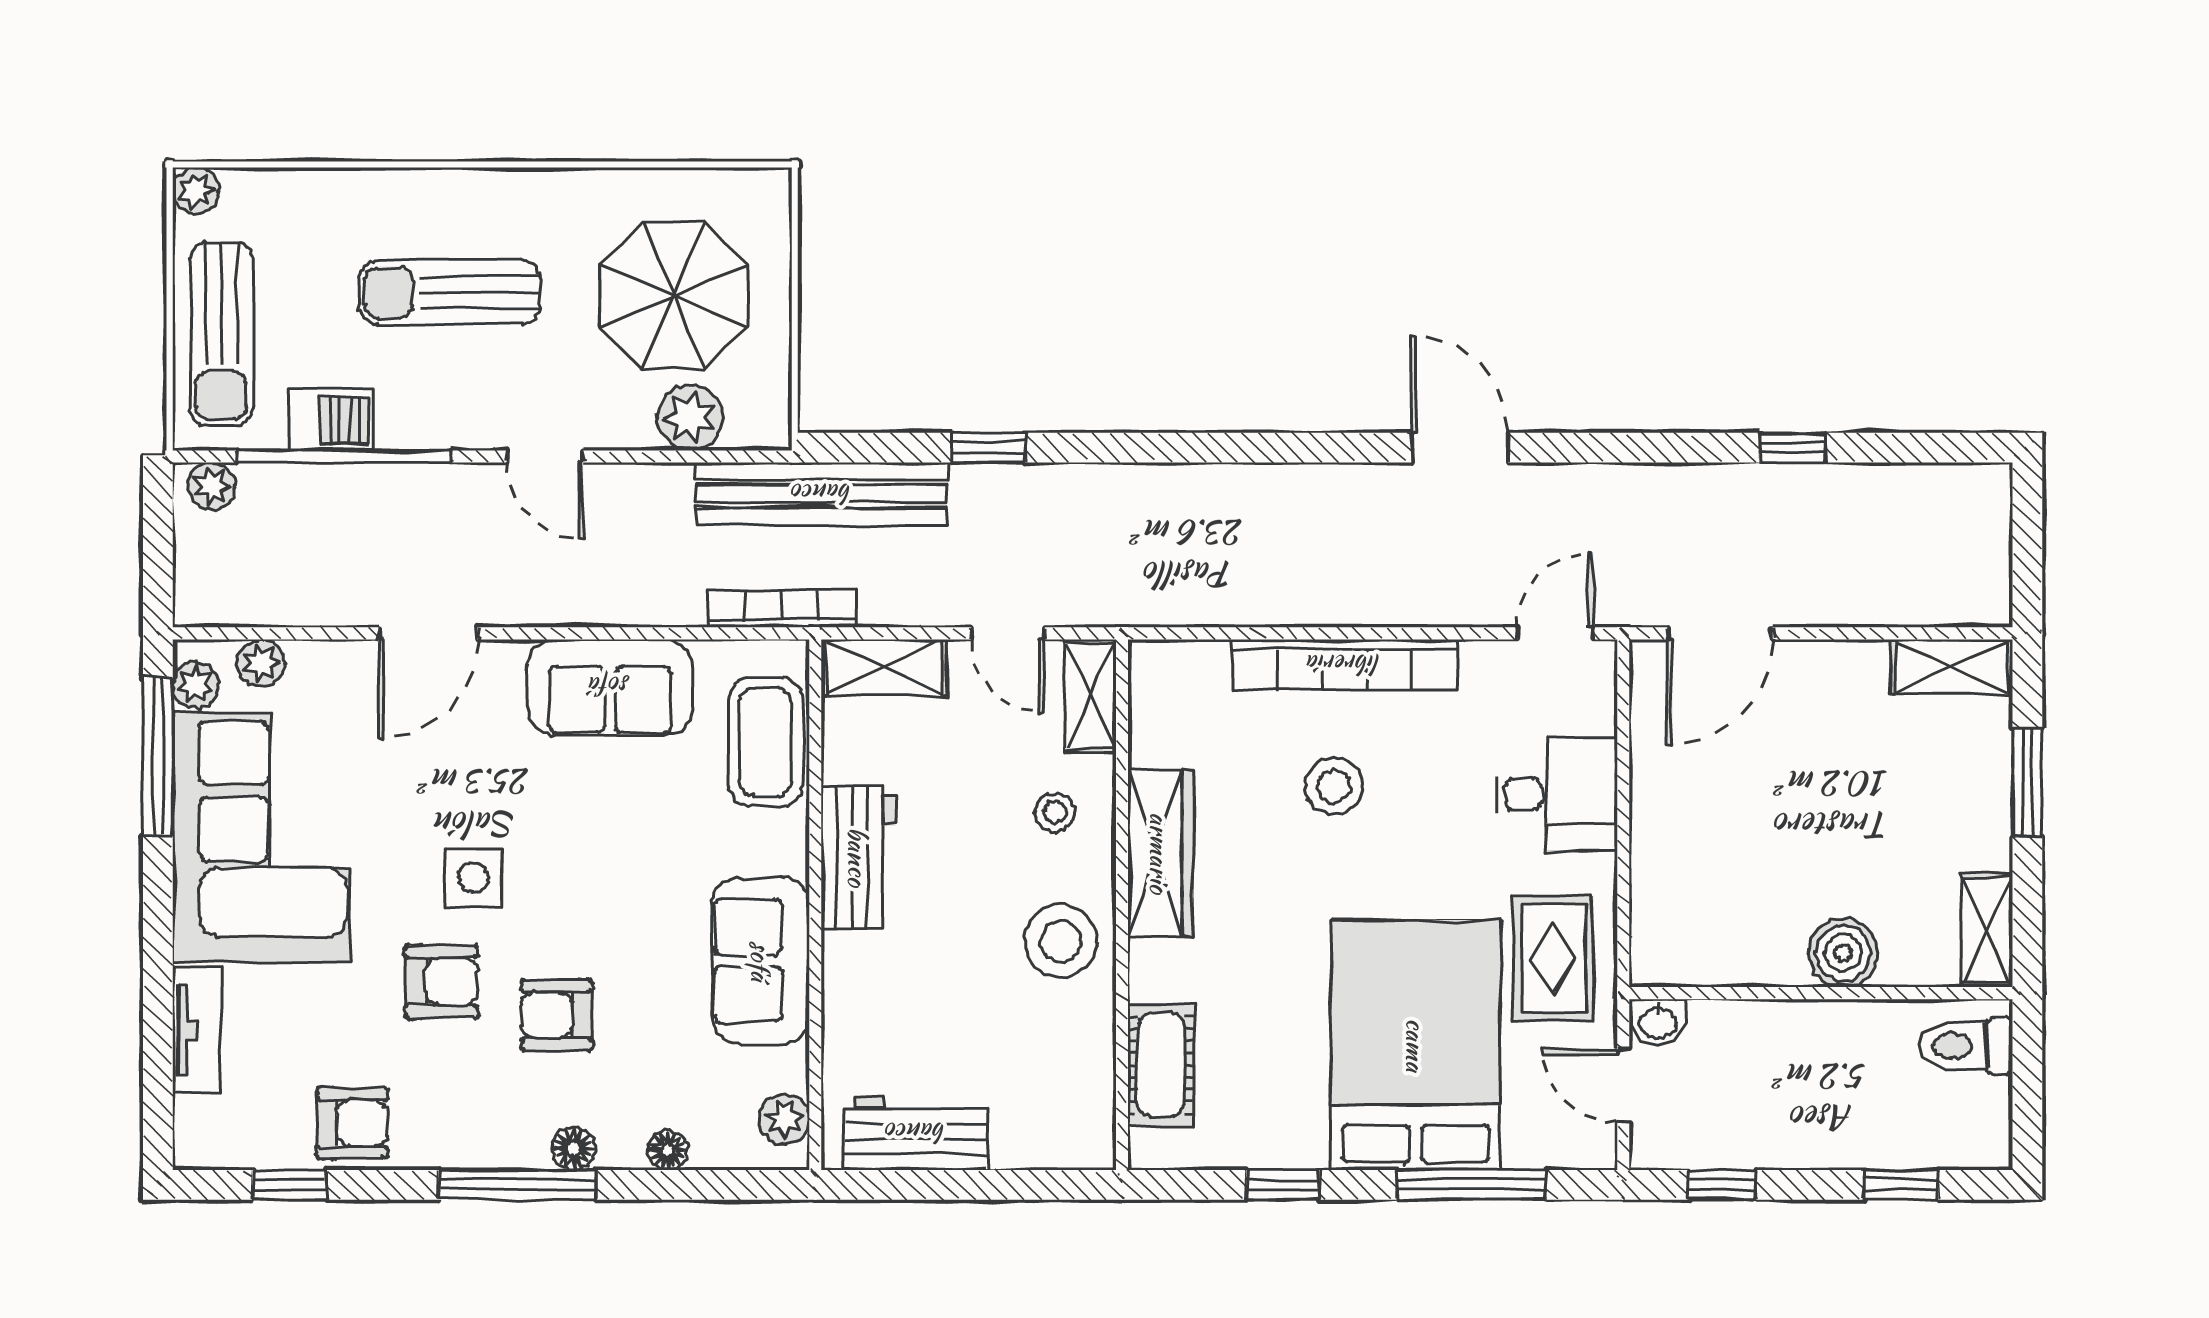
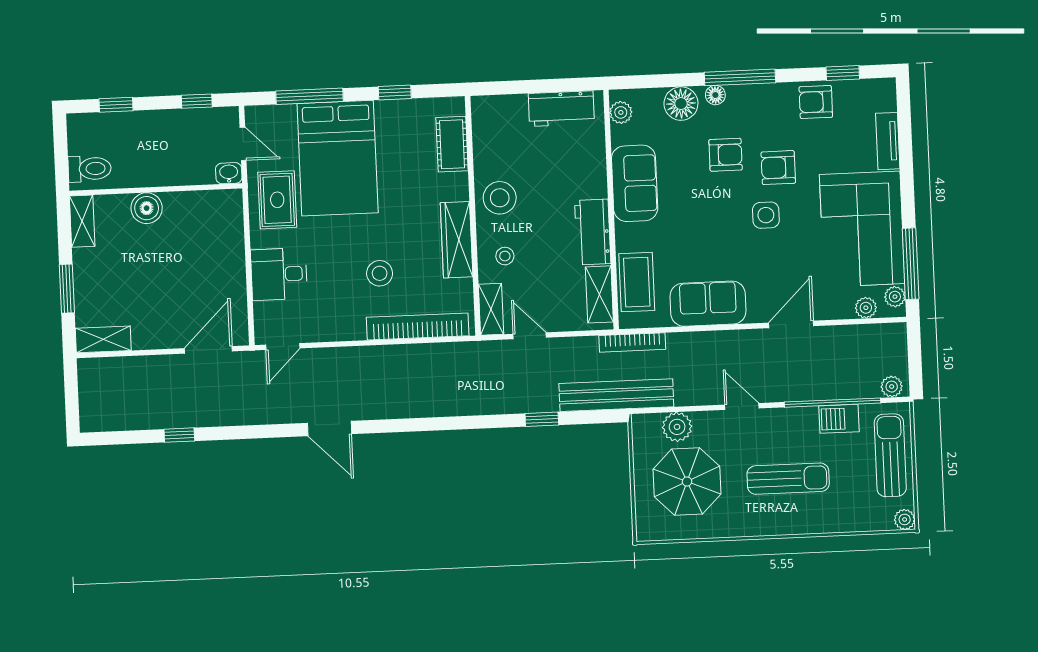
bookcase: (1344, 665) -> (418, 326), moved
shelving: (884, 667) -> (599, 294), moved, turned 90
floor lamp: (668, 1150) -> (681, 104), width x1.89, depth x1.89

